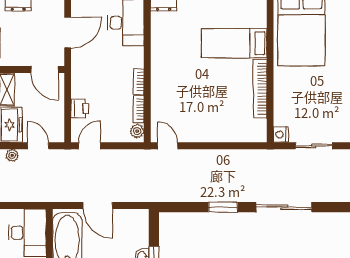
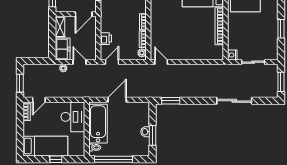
door: (44, 69) -> (84, 14), hinge flipped
door: (98, 206) -> (117, 100), swing flipped
window: (223, 207) -> (171, 101), moved

